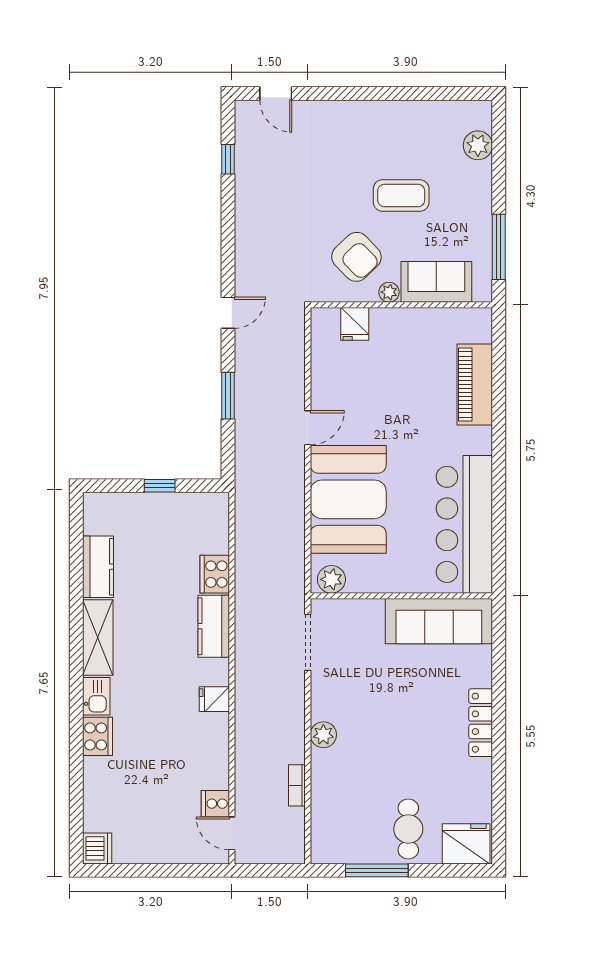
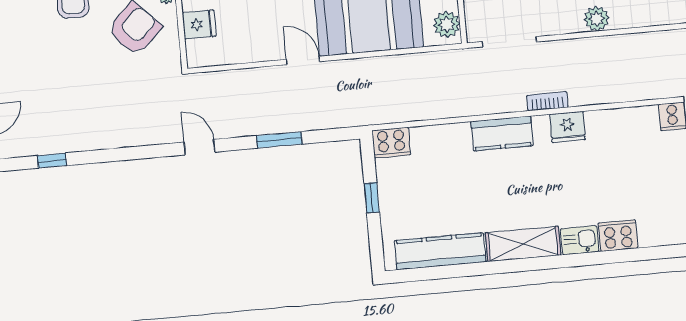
kitchen counter: (98, 567) -> (440, 251), width x1.50
cooker: (215, 574) -> (391, 143), moved
fridge: (214, 699) -> (567, 127), width x1.38
bookcase: (297, 785) -> (547, 101), moved, turned 180

